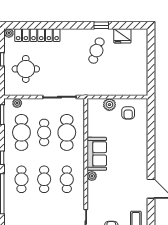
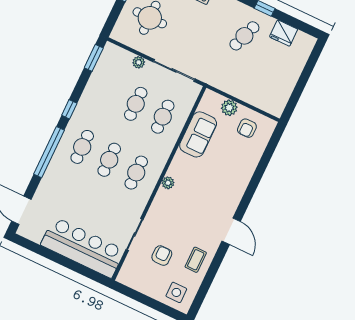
plant: (17, 103) -> (139, 62), moved
cafe table: (21, 132) -> (109, 91), removed
cafe table: (67, 132) -> (163, 117), width x0.73, depth x0.74
sofa: (97, 154) -> (198, 134), moved

